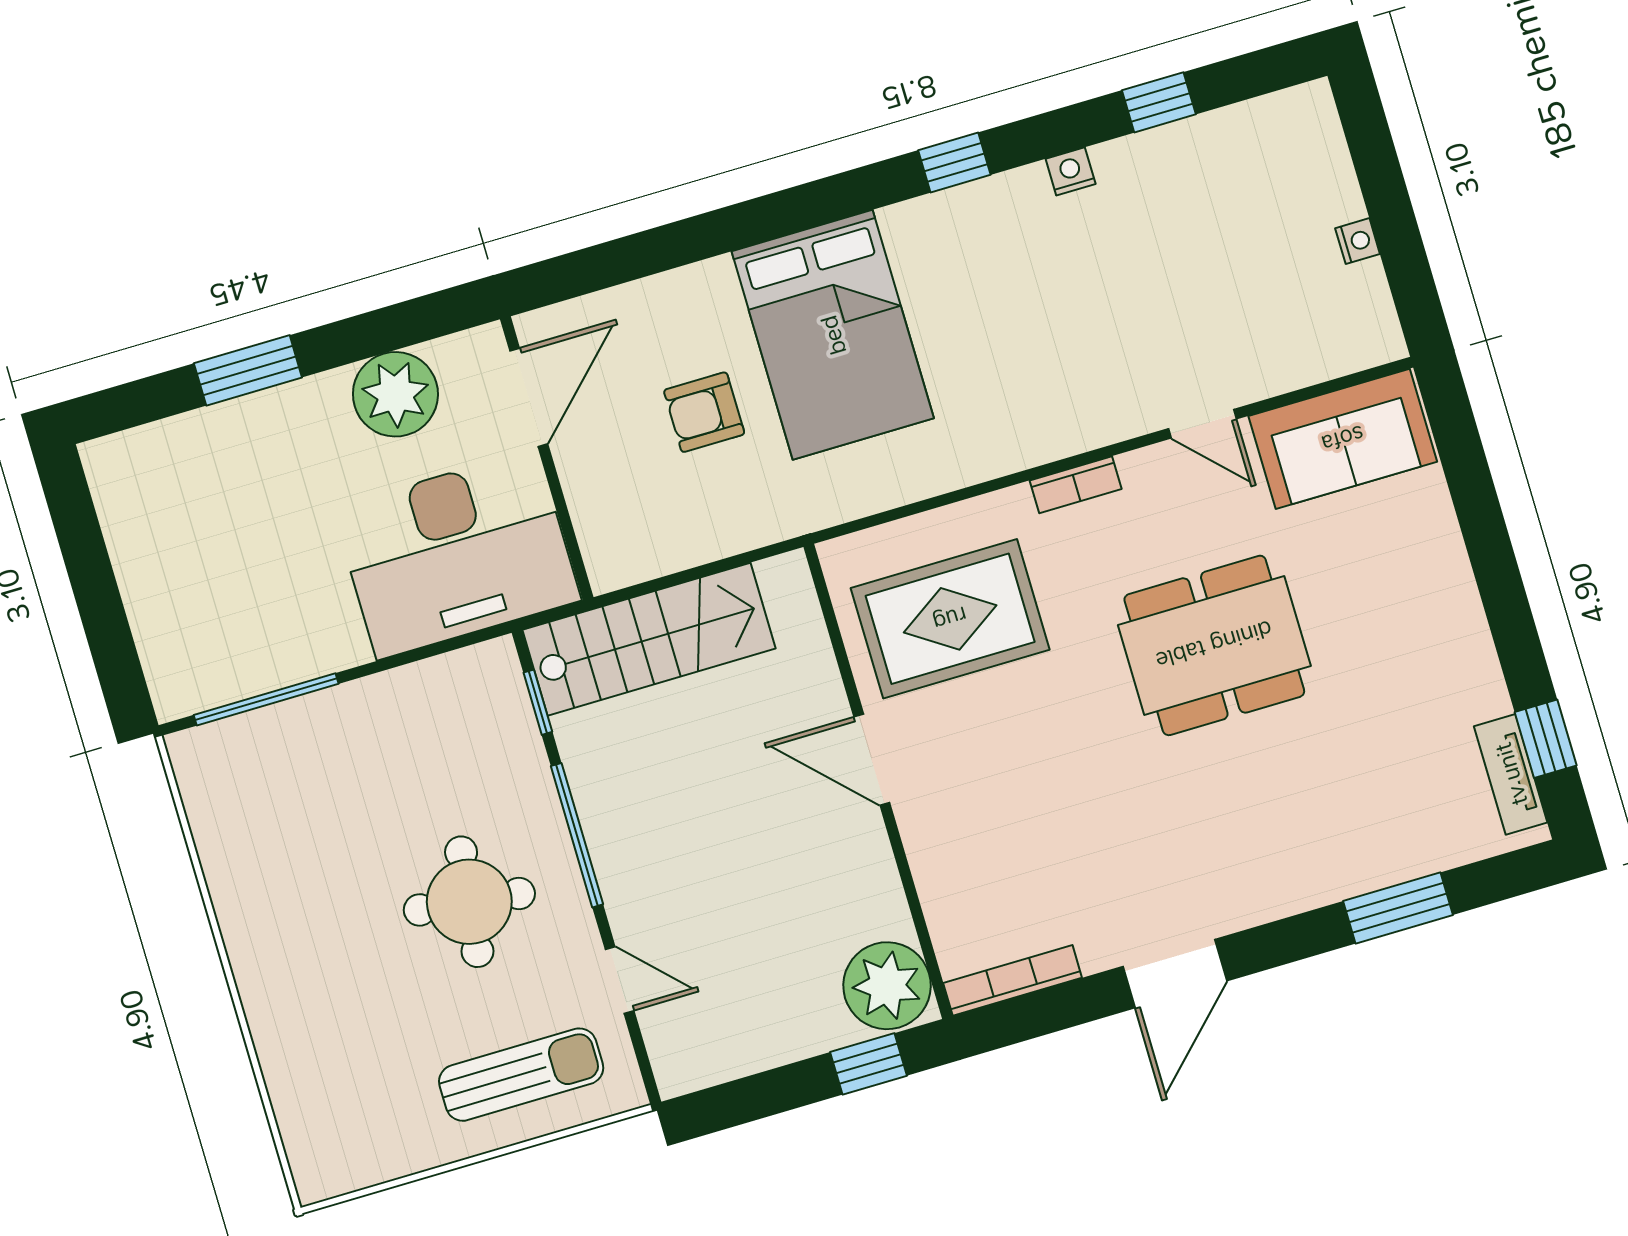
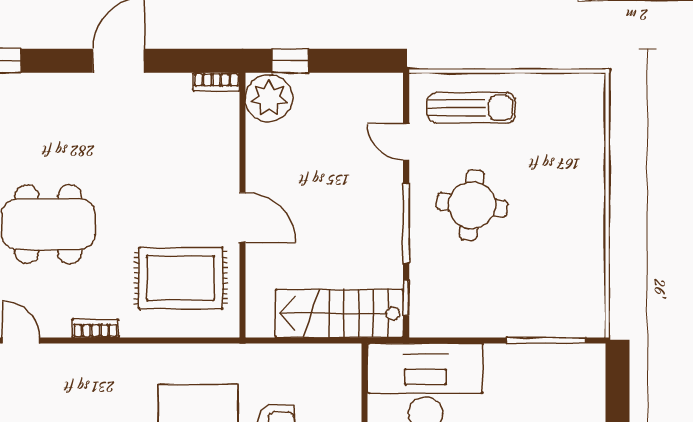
bookcase: (1013, 980) -> (216, 82), width x0.64
sun lounger: (521, 1075) -> (471, 108), turned 180

